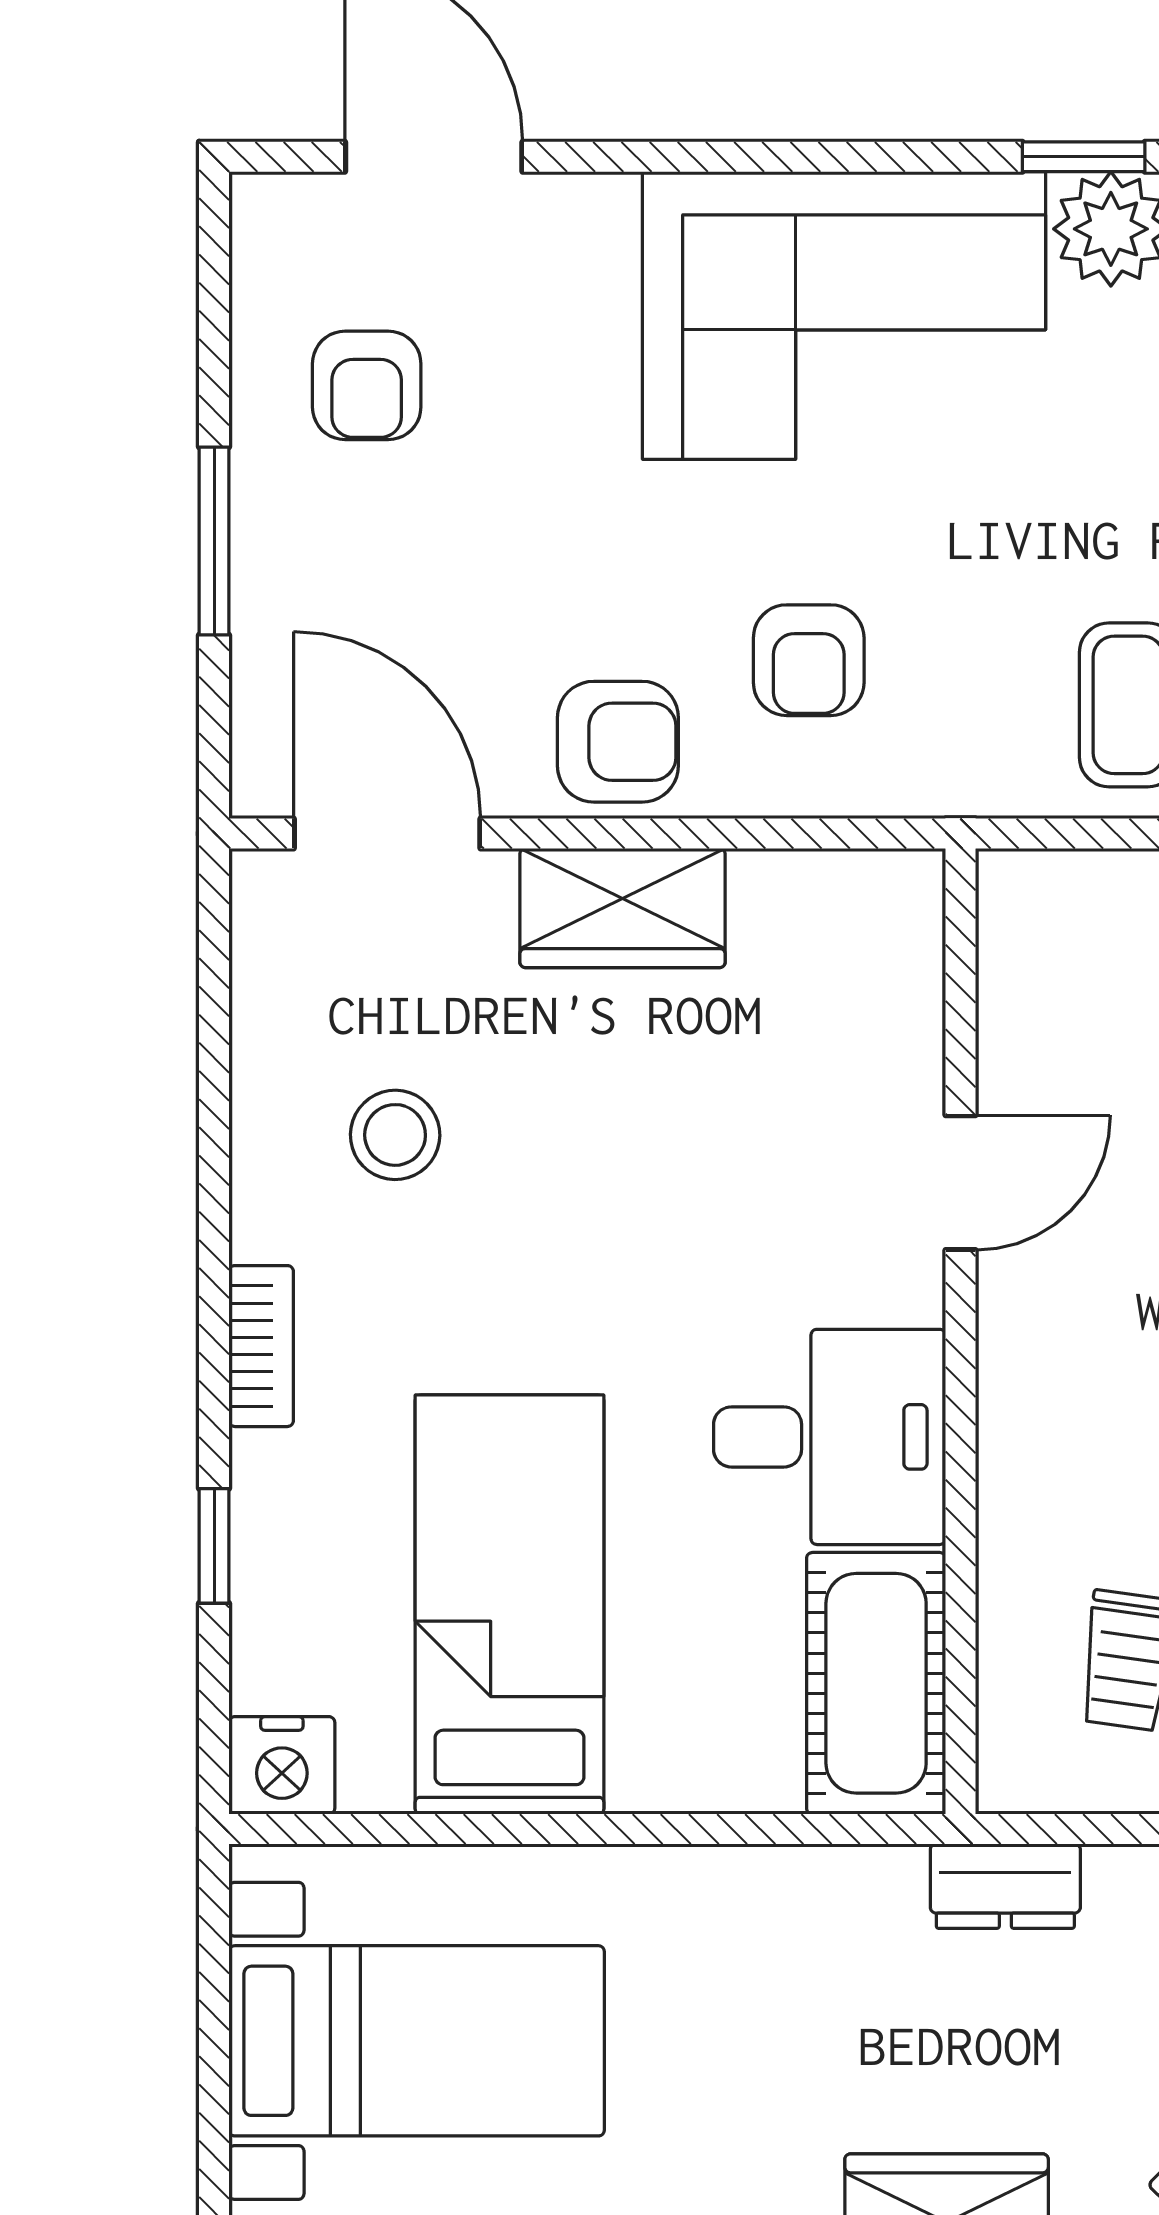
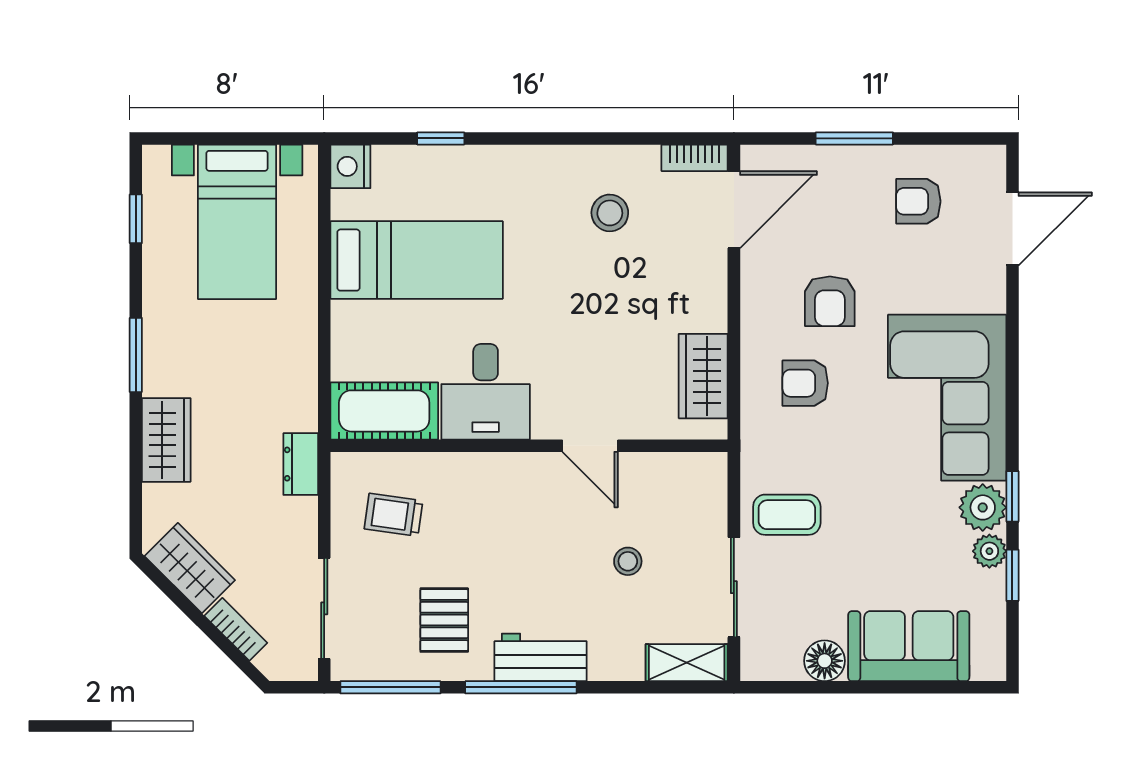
armchair: (618, 742) -> (830, 301), moved
wardrobe: (623, 908) -> (703, 376), moved
bookcase: (261, 1346) -> (695, 158), moved

